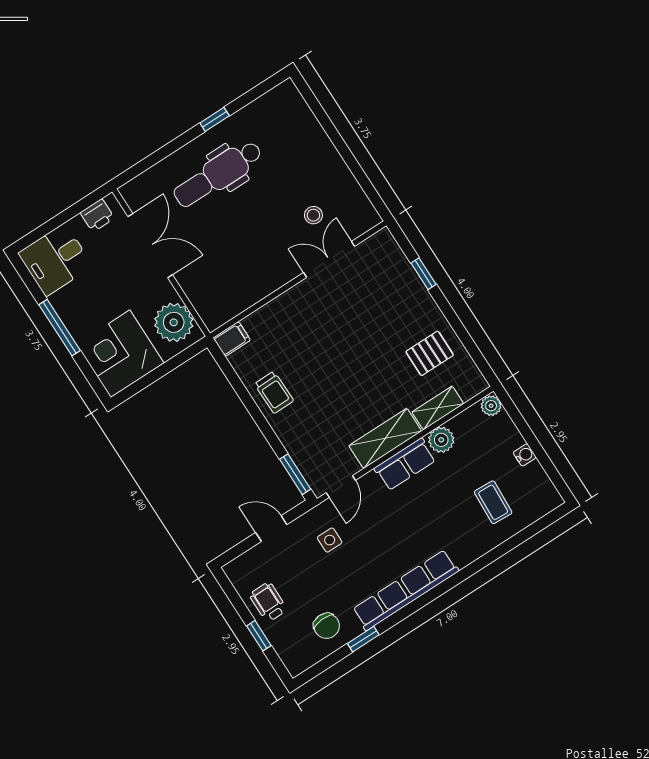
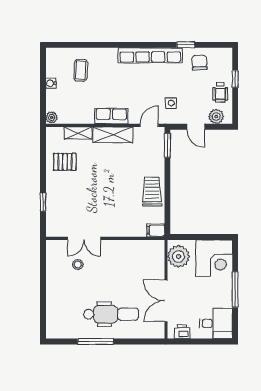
window: (215, 119) -> (96, 341), width x2.17
trolley: (274, 392) -> (152, 192), width x1.36, depth x1.39
plant: (441, 440) -> (216, 117), moved

